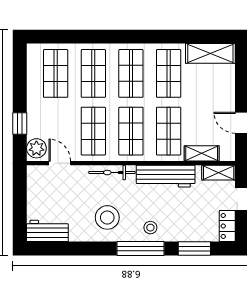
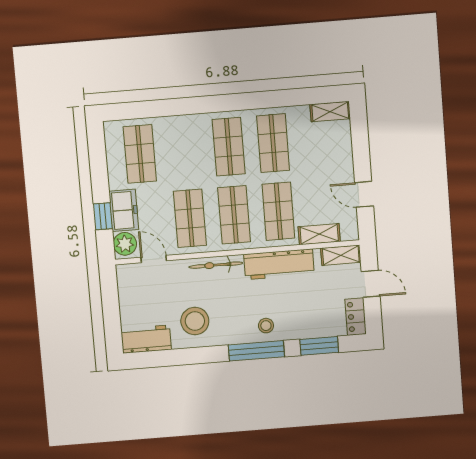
shelving: (210, 53) -> (330, 112), width x0.67, depth x0.75
shop shelf: (93, 73) -> (184, 150), removed
freezer: (38, 120) -> (124, 210), added
stool: (107, 217) -> (195, 321), moved

